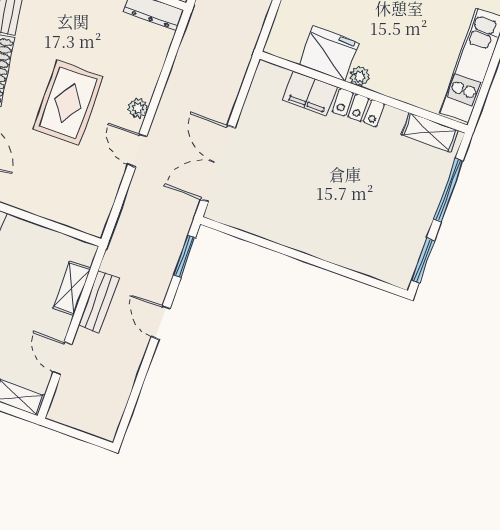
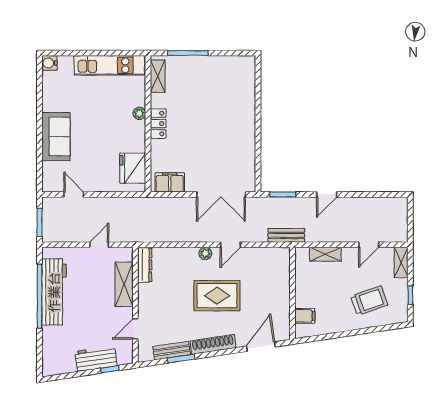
fridge: (329, 54) -> (133, 168), moved
plant: (360, 76) -> (139, 113), moved
filing cabinet: (310, 93) -> (170, 182), moved, turned -90
window: (423, 260) -> (235, 53), removed
bench: (99, 302) -> (286, 235), moved

